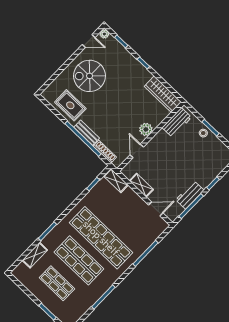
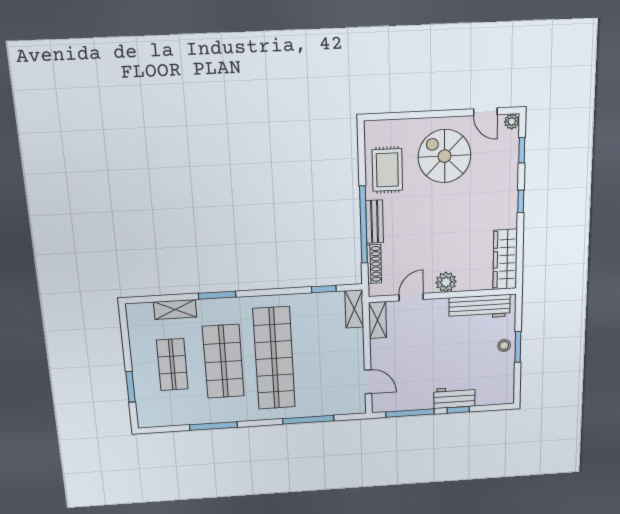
workbench: (177, 122) -> (480, 307), width x1.38
shelving: (141, 185) -> (378, 320), moved
workbench: (190, 195) -> (454, 398), moved

